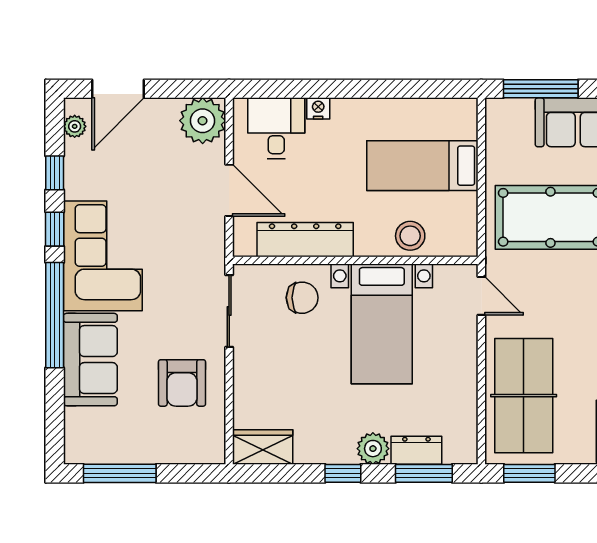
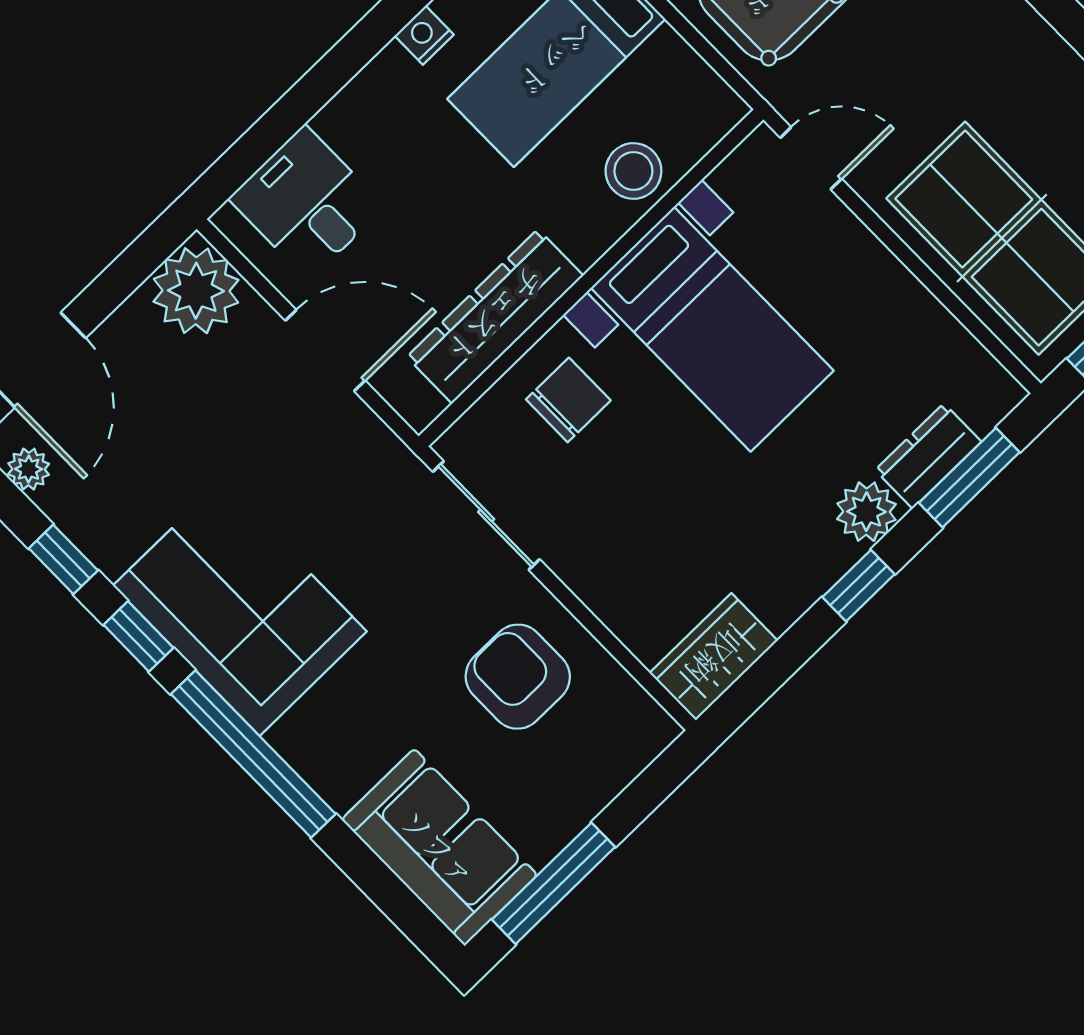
nightstand: (318, 108) -> (424, 35), moved
sofa: (90, 360) -> (439, 847), moved
armchair: (182, 383) -> (518, 677), turned 180

